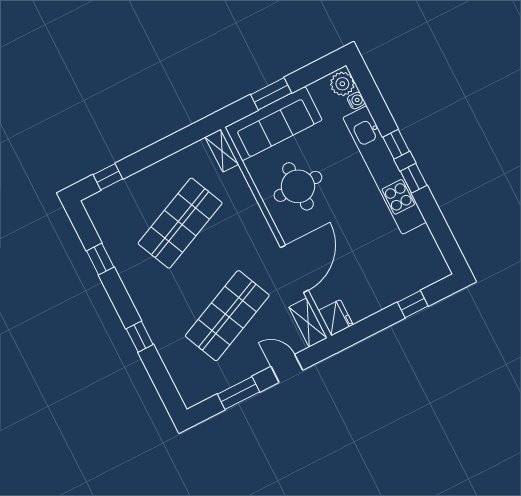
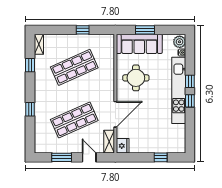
shelving: (222, 151) -> (39, 44), moved
window: (108, 177) -> (83, 30), moved

